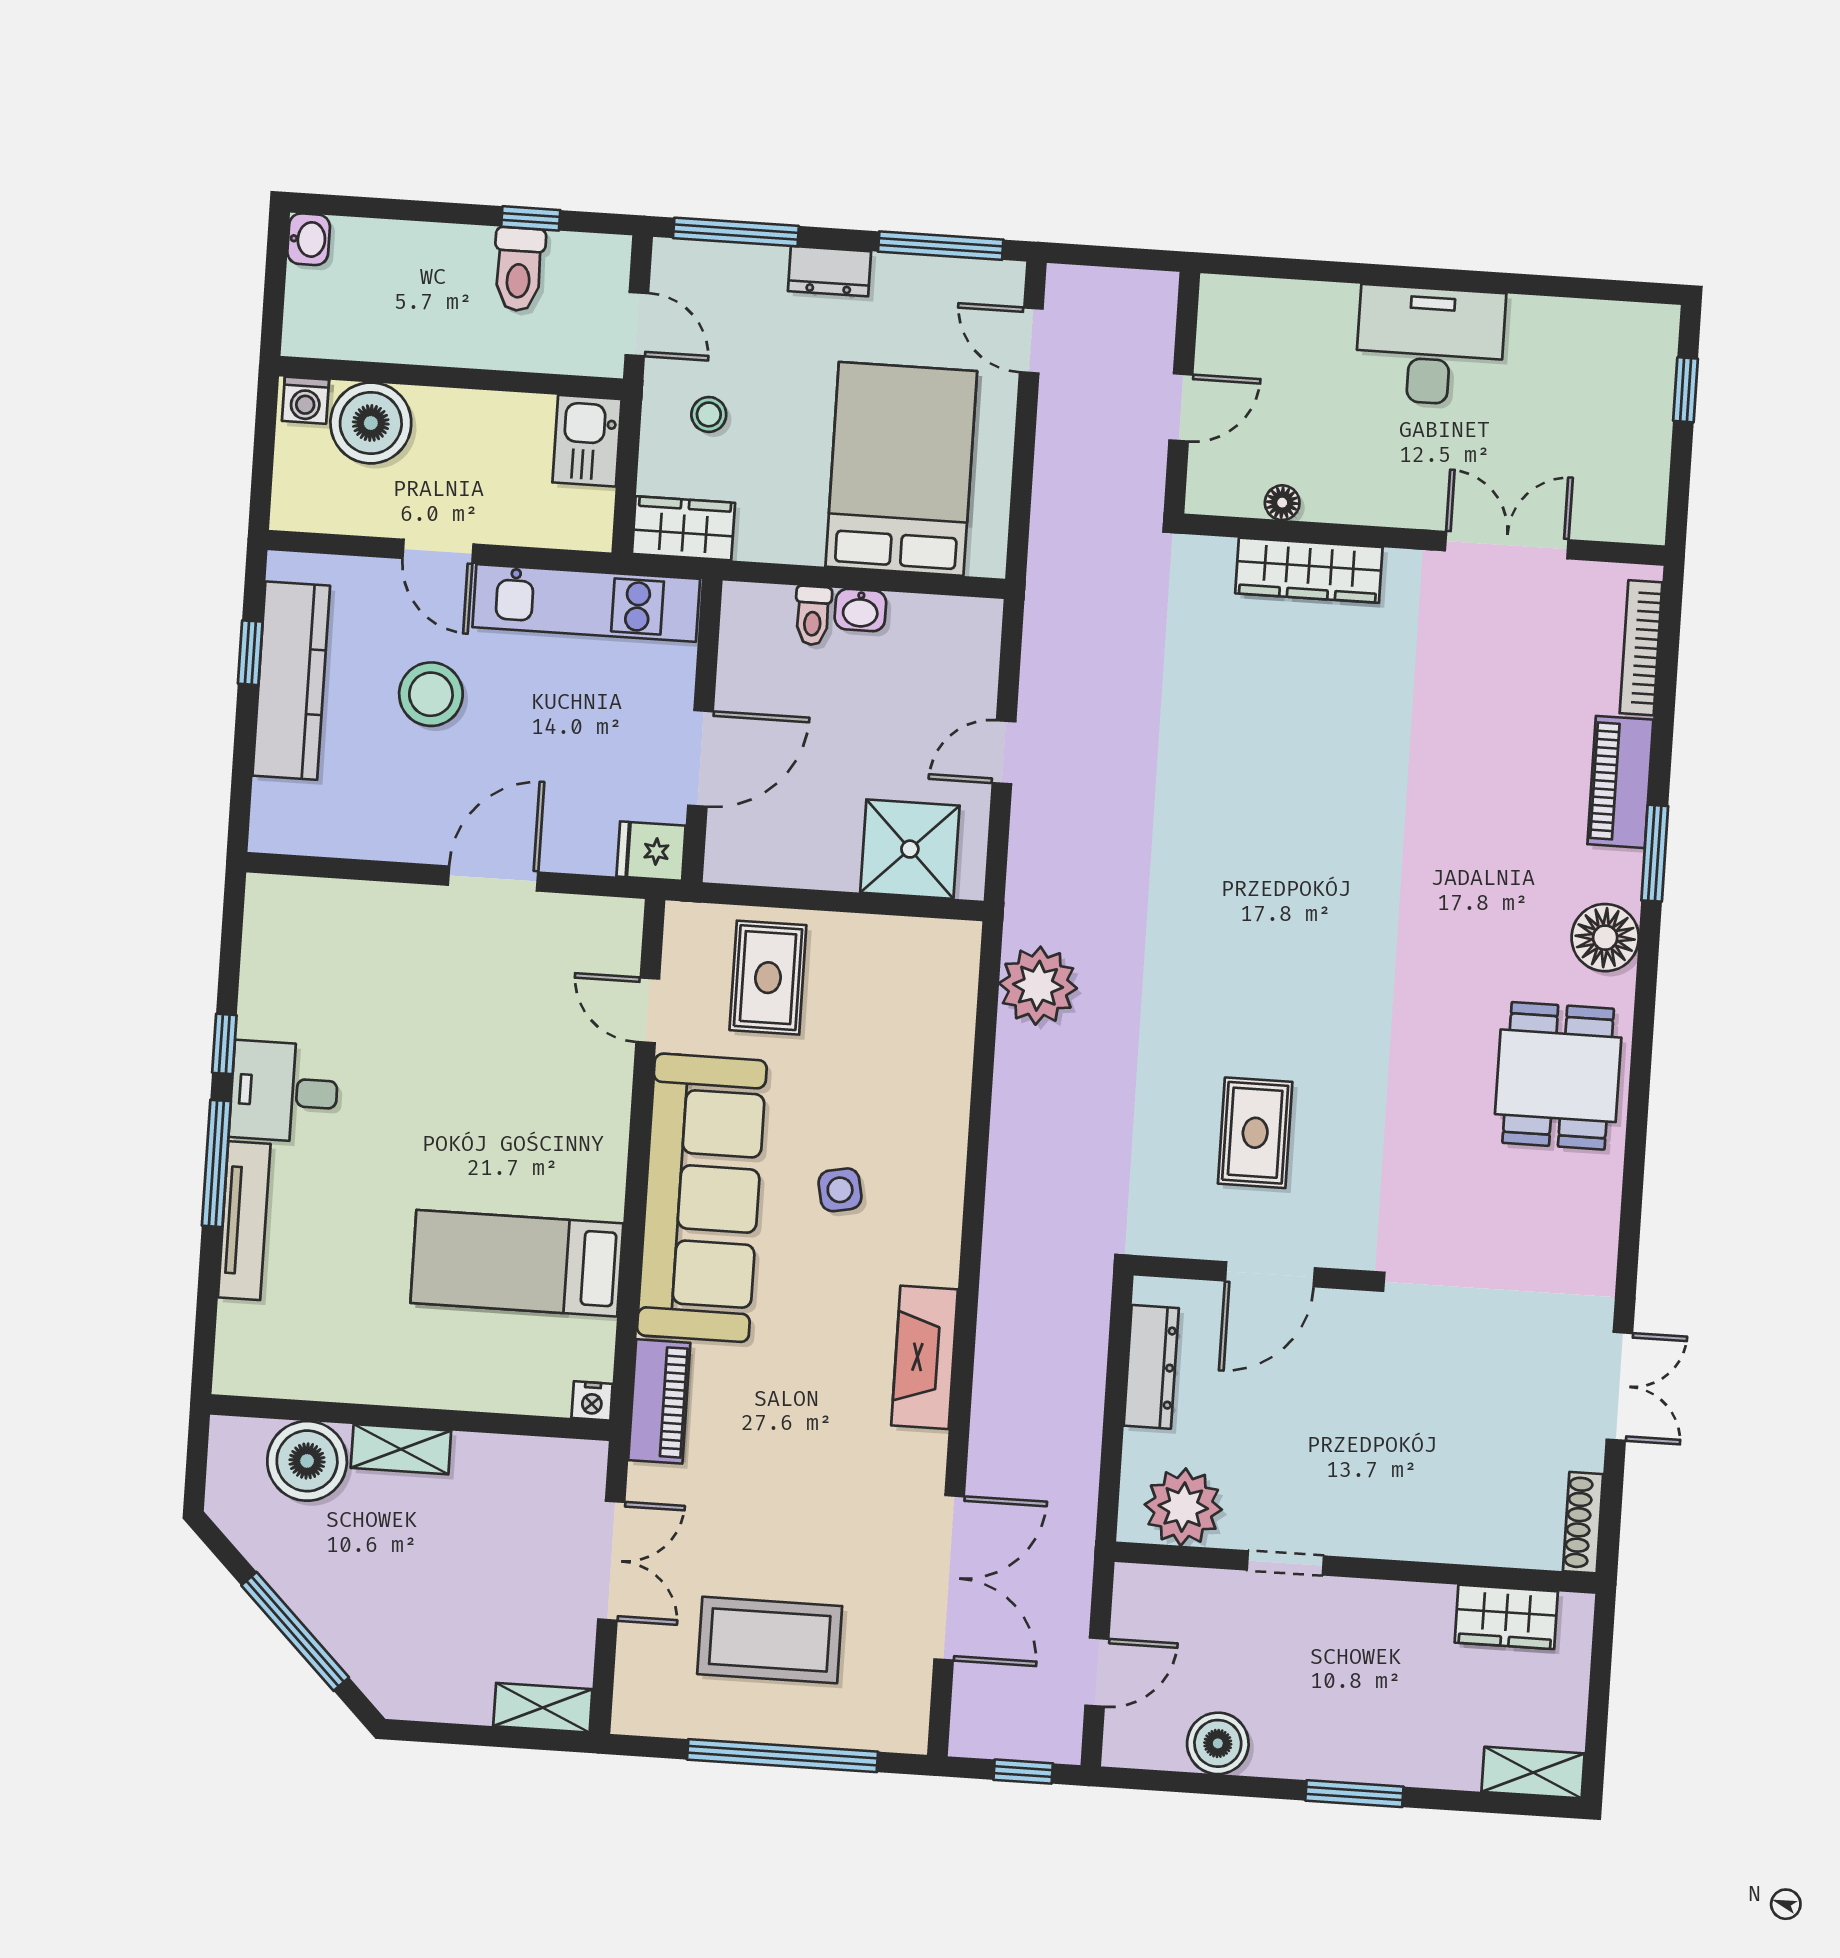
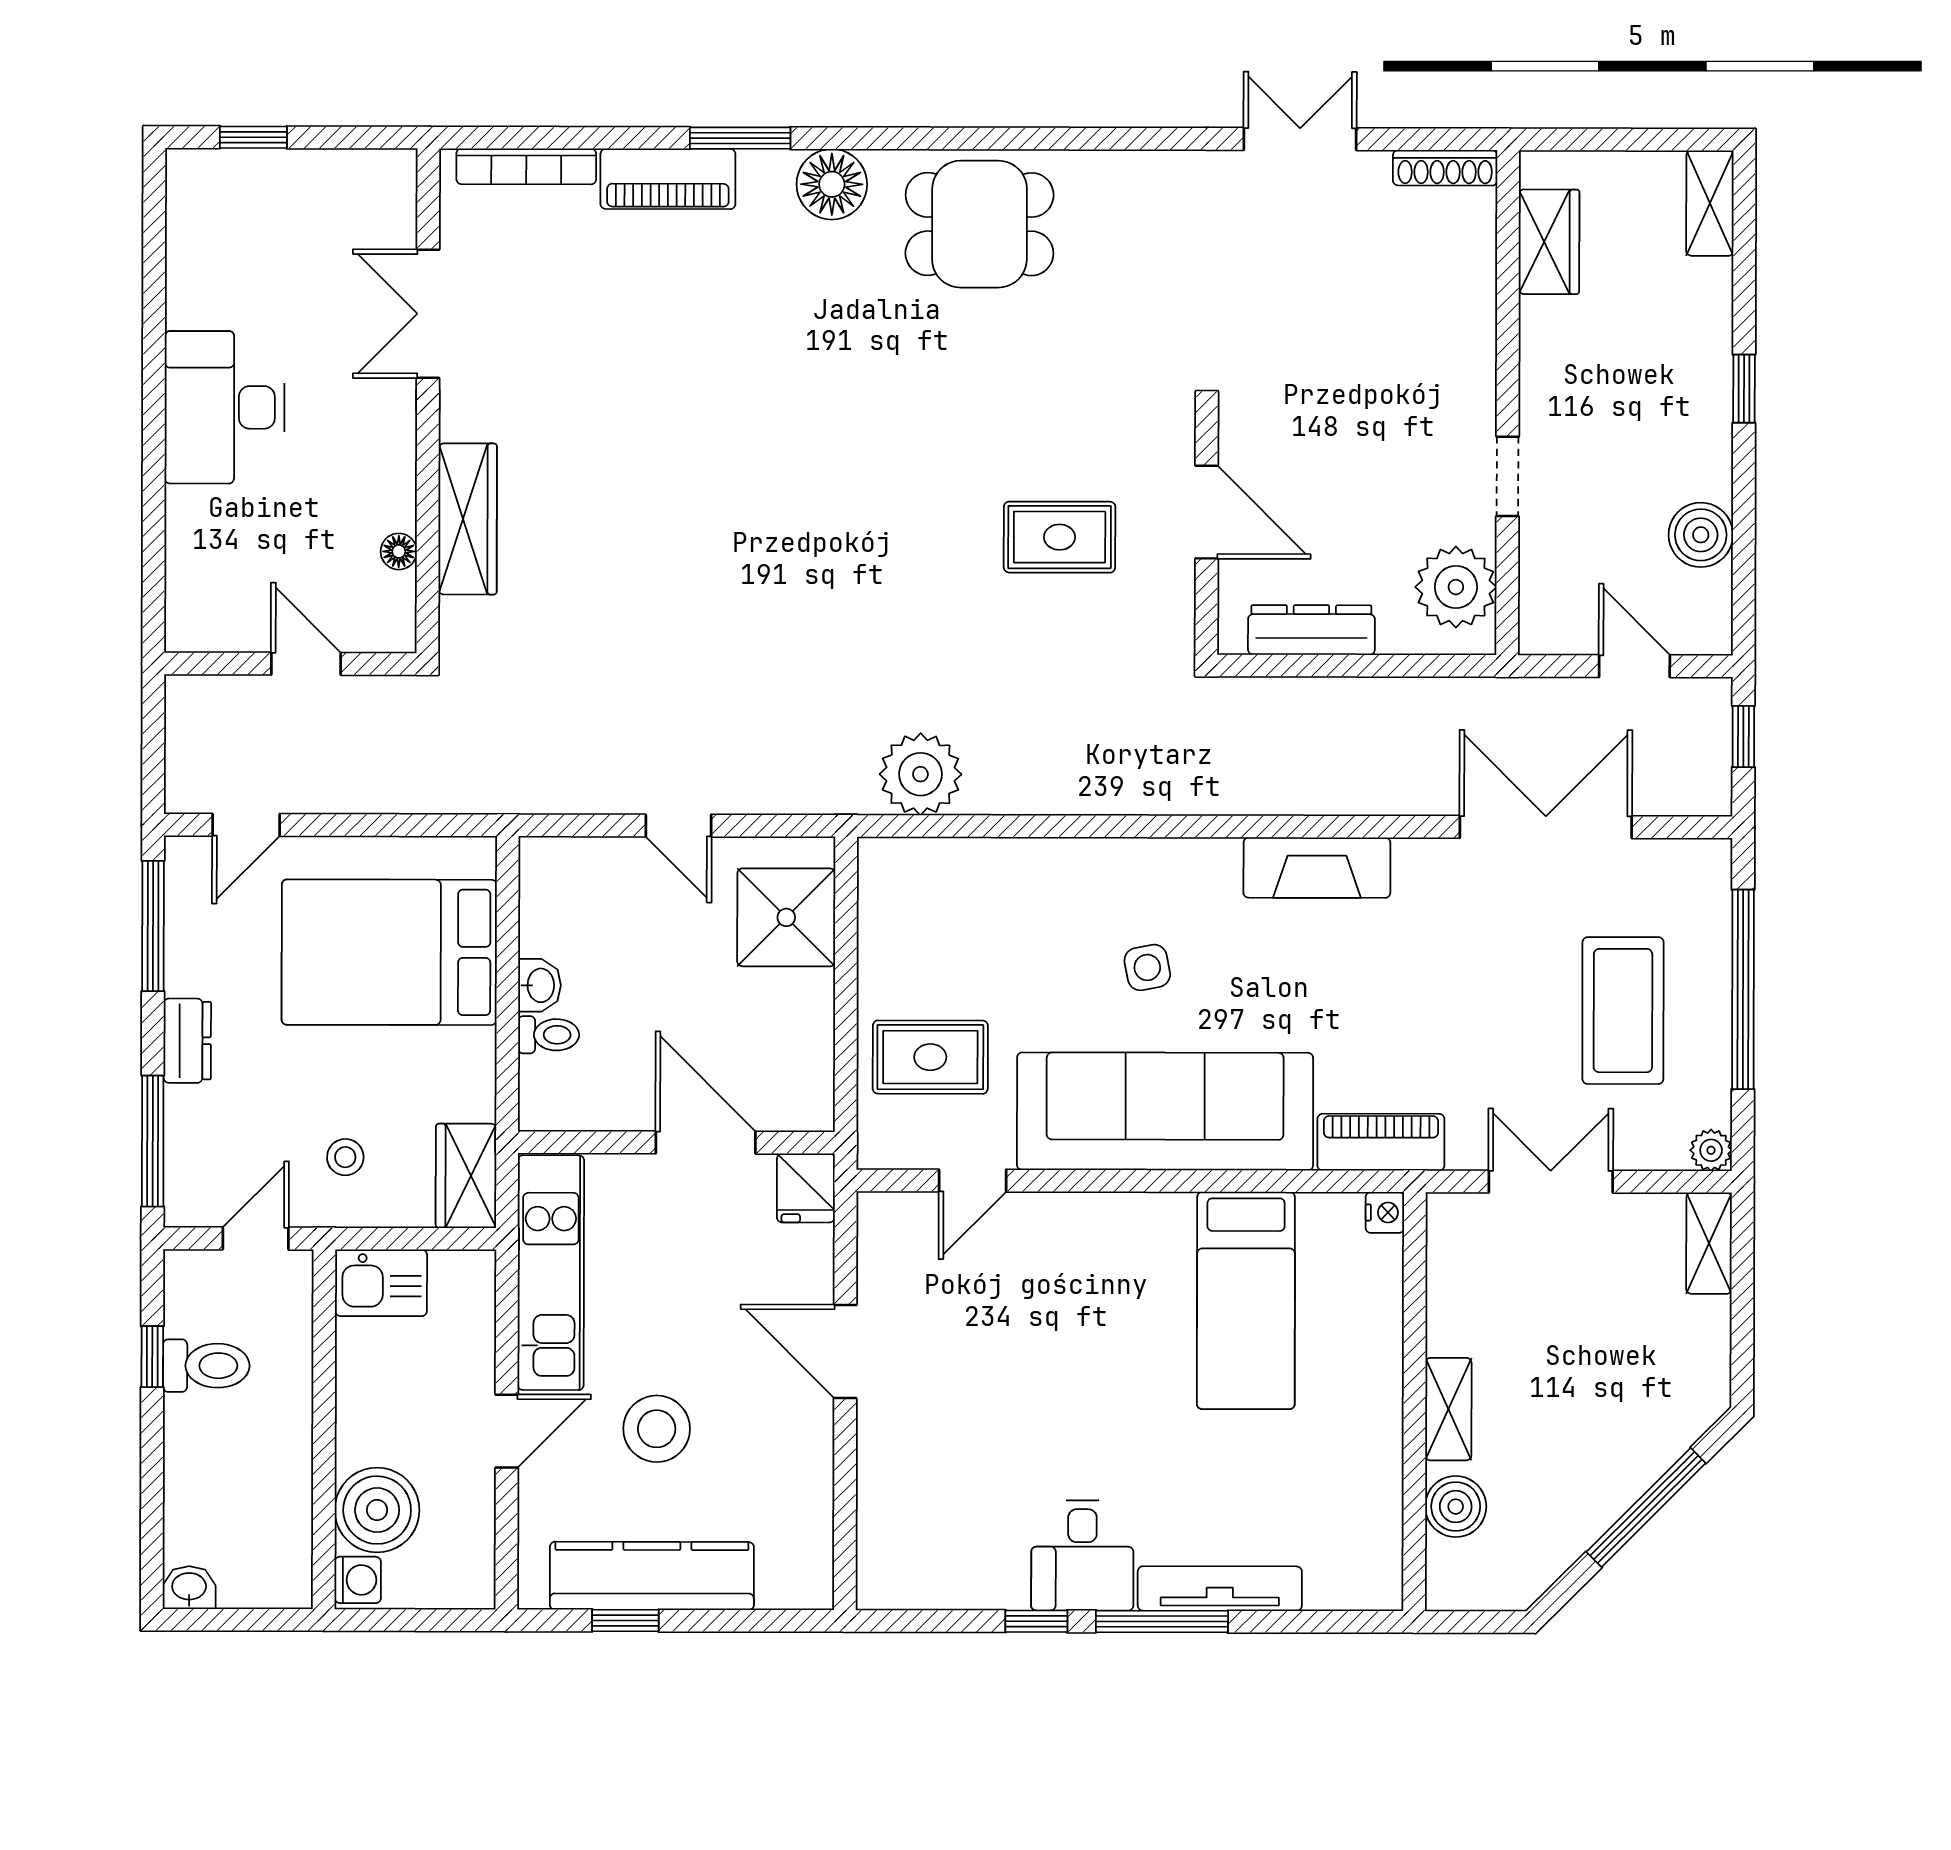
boiler: (307, 1461) -> (1456, 1507), width x0.73, depth x0.73
plant: (631, 1715) -> (1711, 1150), added
window: (1354, 1794) -> (1744, 389), width x0.67

